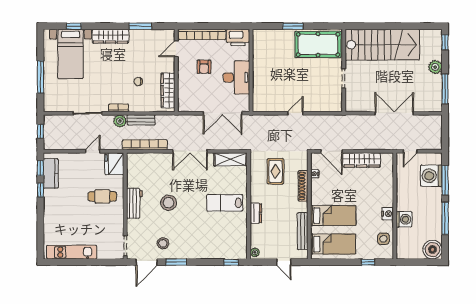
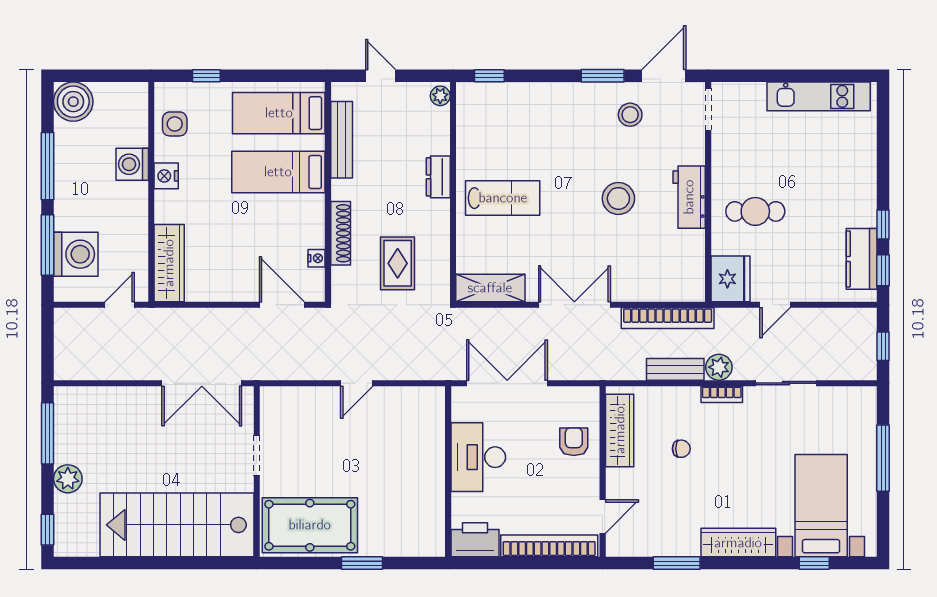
armchair: (204, 67) -> (574, 442), moved
double door: (394, 113) -> (202, 383), moved
wardrobe: (362, 160) -> (169, 263), moved, turned 90

